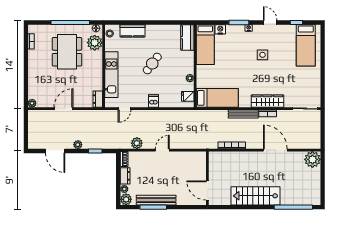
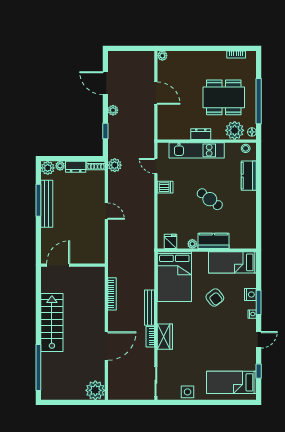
nightstand: (220, 29) -> (250, 295), moved
kitchen counter: (187, 38) -> (213, 241), moved
side table: (263, 55) -> (188, 392), moved
armchair: (235, 59) -> (215, 297), added
bed: (217, 98) -> (174, 277), width x1.50
dresser: (98, 99) -> (201, 134), moved
dishwasher: (154, 101) -> (165, 187), moved
wardrobe: (267, 101) -> (165, 337), width x0.67
plant: (137, 143) -> (115, 165), moved
door: (55, 151) -> (105, 83), hinge flipped

